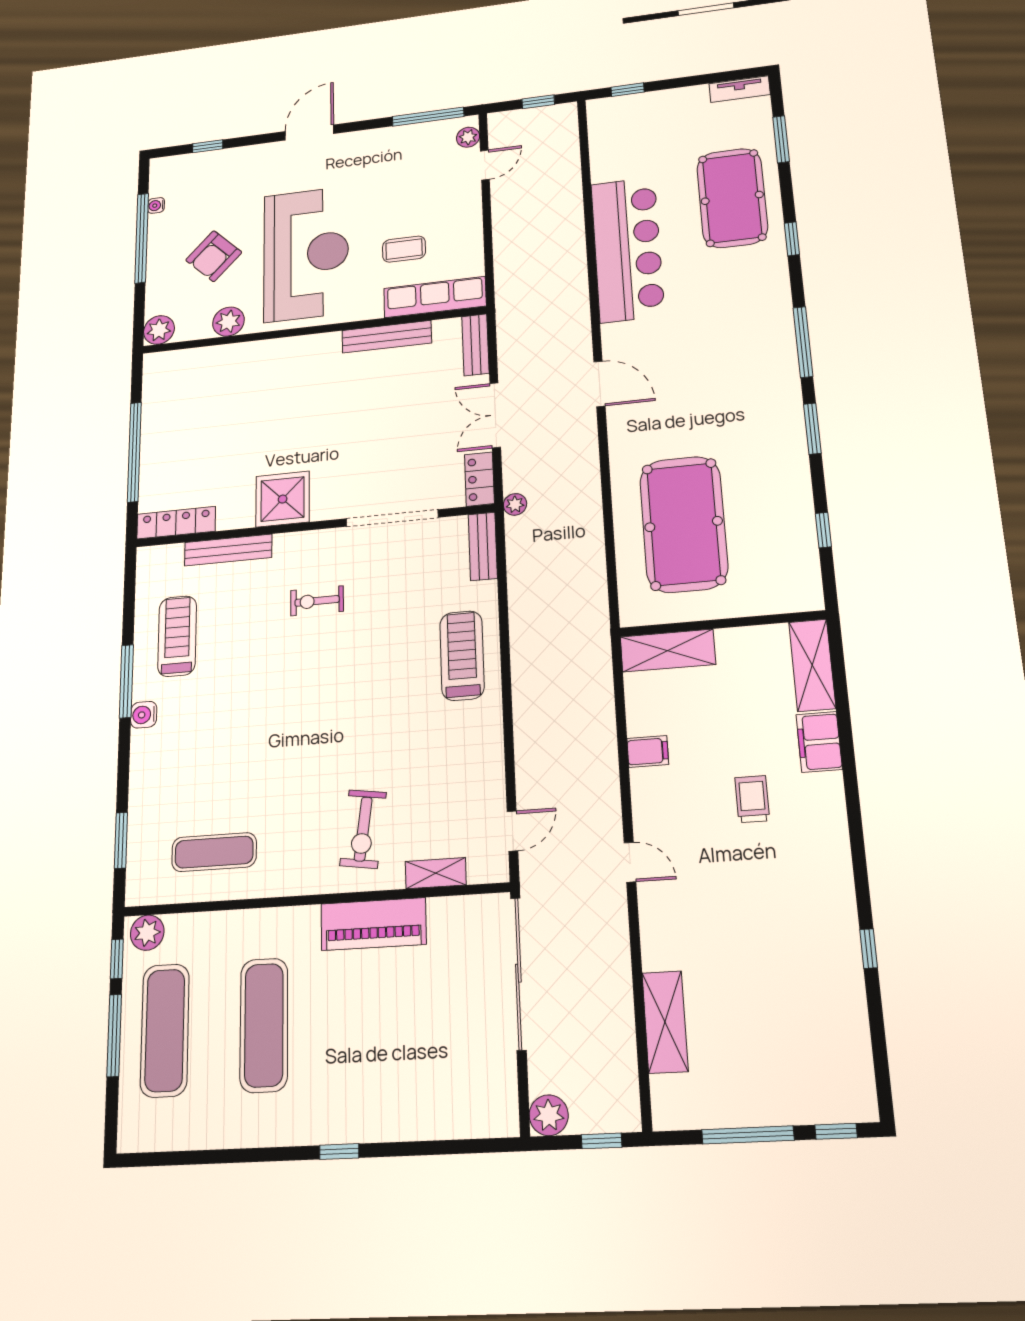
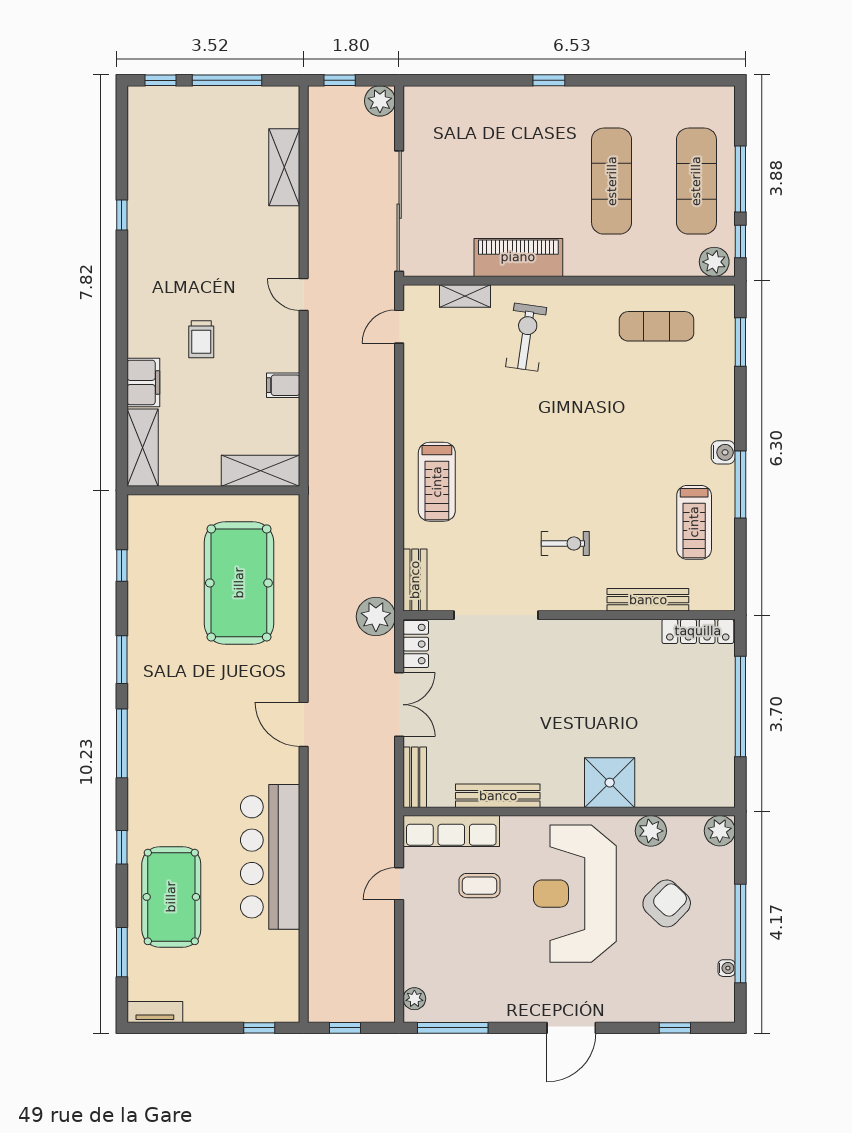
door: (485, 165) -> (399, 884), moved
shower: (283, 499) -> (610, 783), moved
plant: (515, 504) -> (376, 616), width x1.88, depth x1.88

